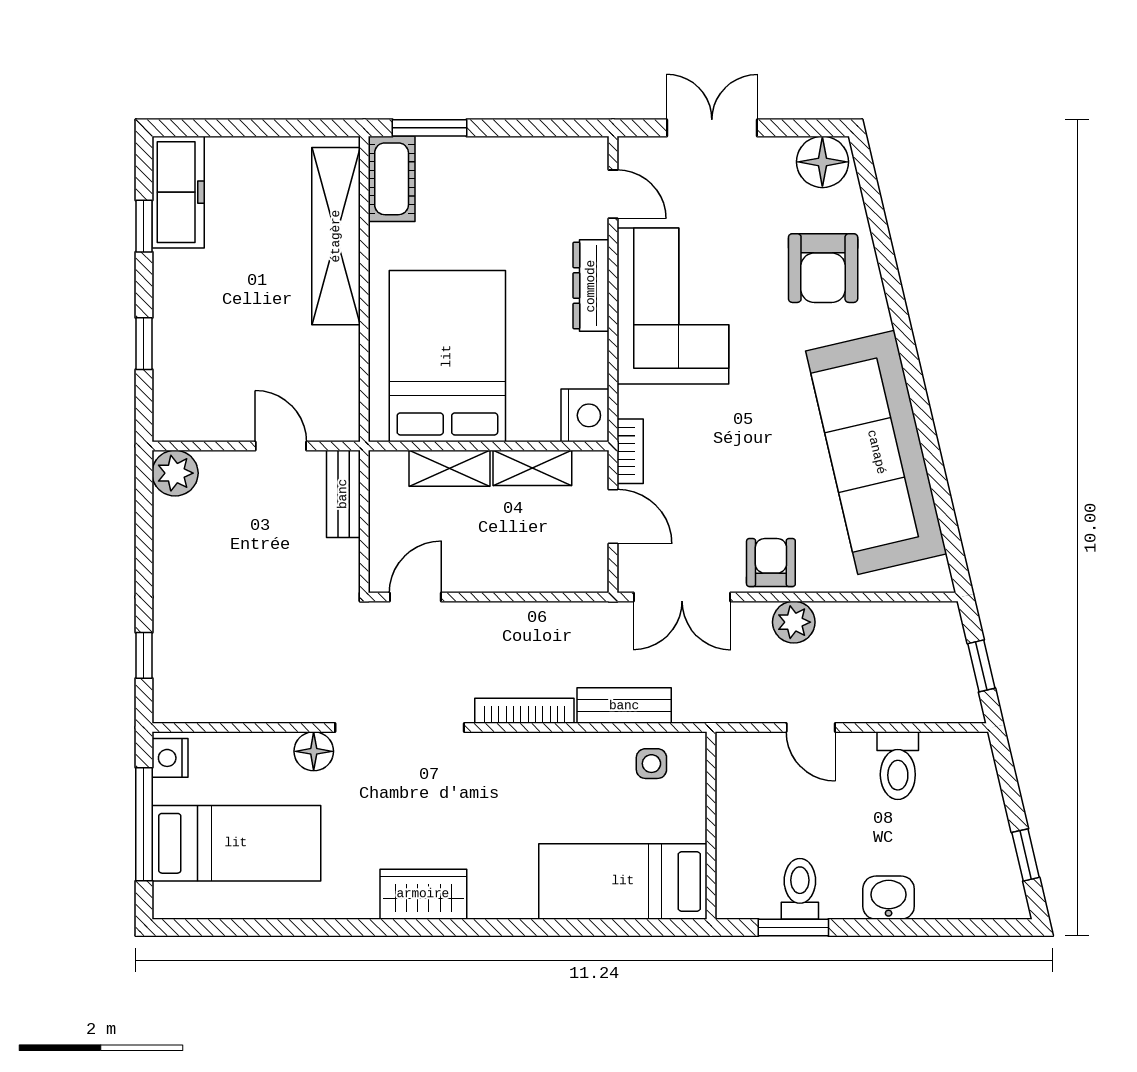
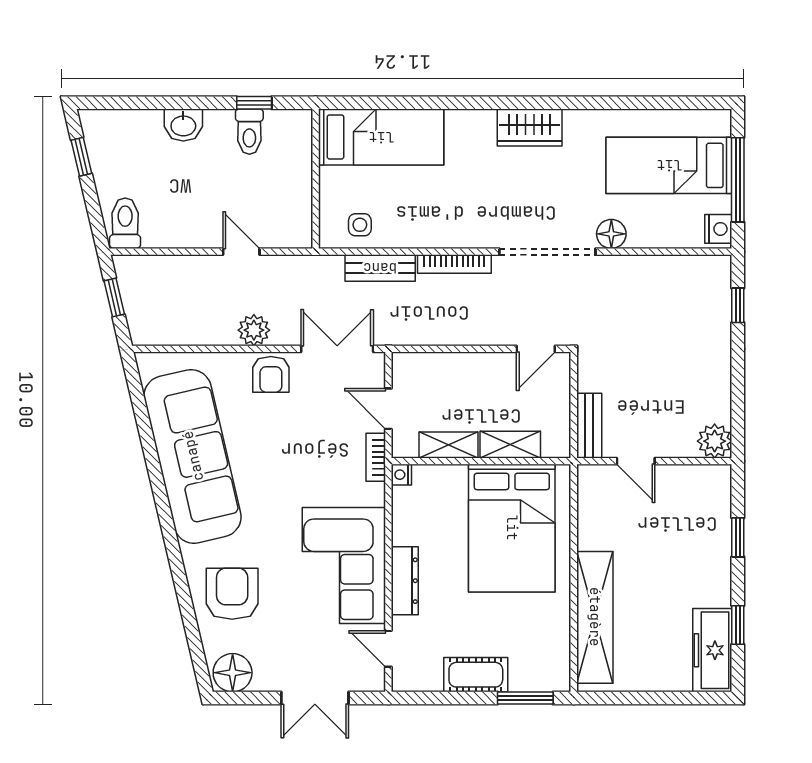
cot: (392, 179) -> (476, 675), moved, turned 90
nightstand: (585, 415) -> (401, 475), width x0.53, depth x0.56
toilet: (898, 766) -> (125, 223), moved
window: (793, 927) -> (254, 103), width x0.67

